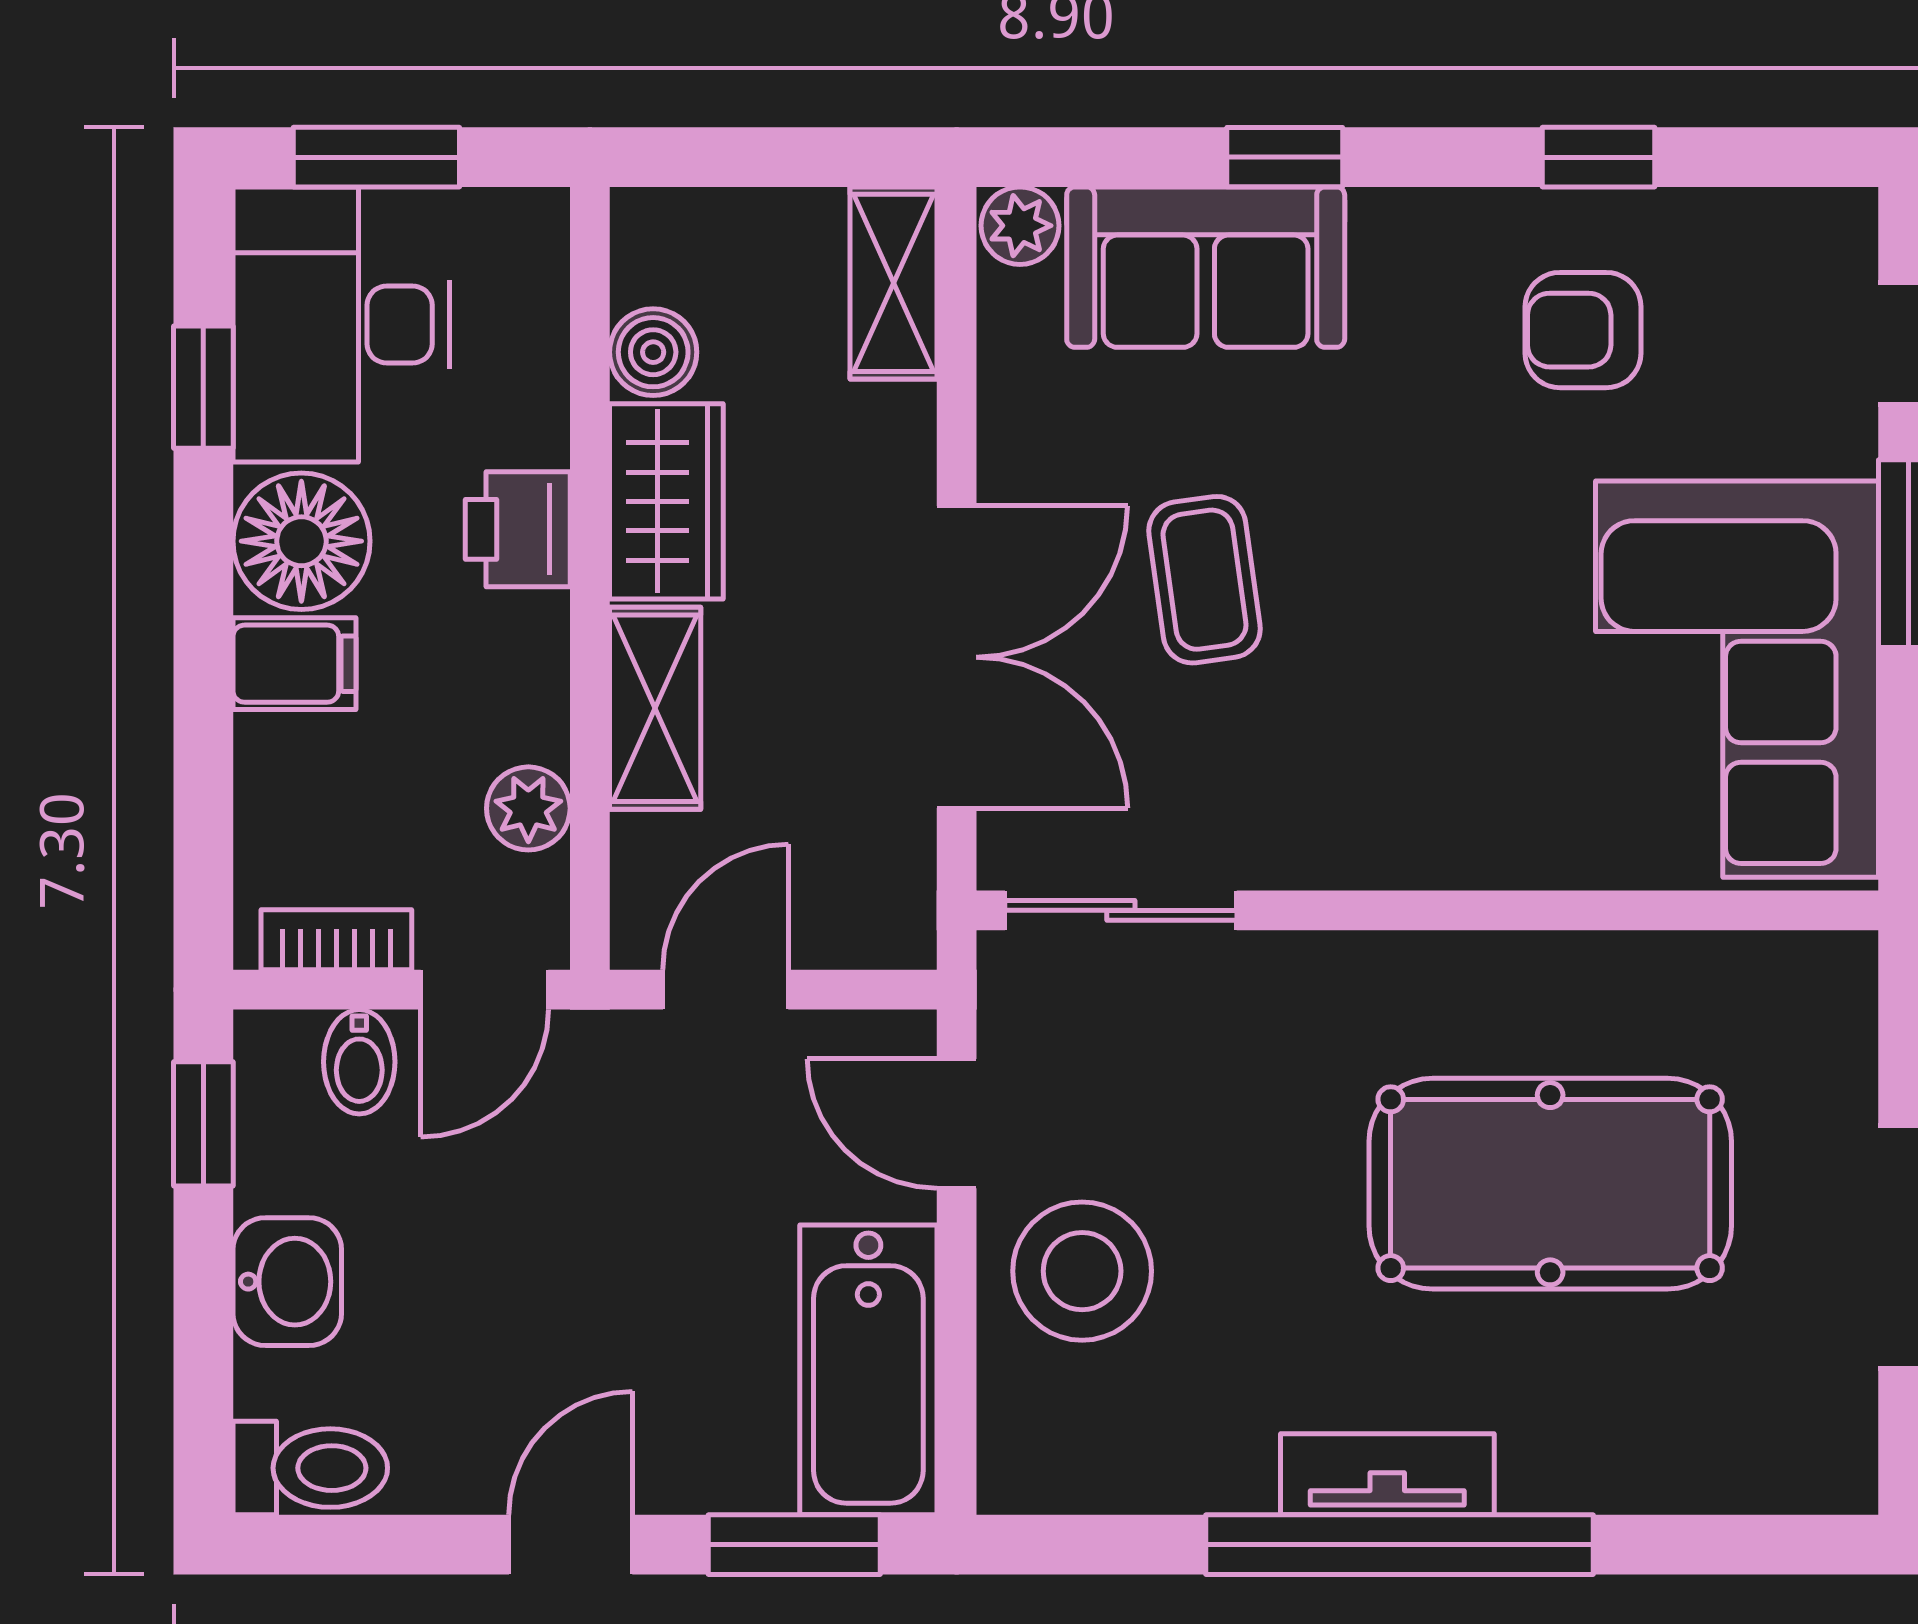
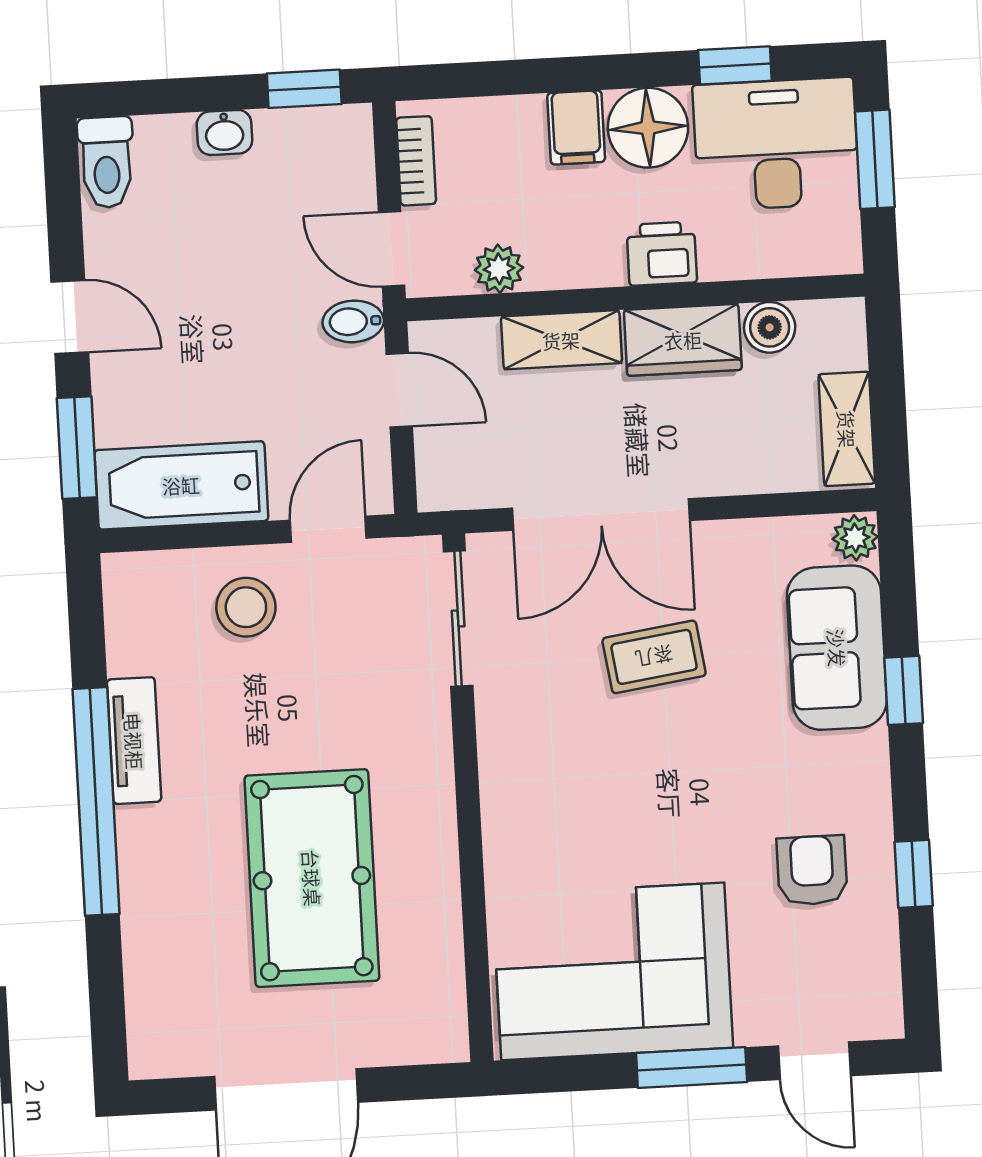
shelving: (893, 283) -> (847, 429), moved, turned 90
bidet: (359, 1062) -> (353, 321), moved
stool: (1082, 1271) -> (246, 607), width x0.73, depth x0.73
washbasin: (287, 1282) -> (224, 132), width x0.72, depth x0.69
tv unit: (1387, 1474) -> (134, 741), moved

